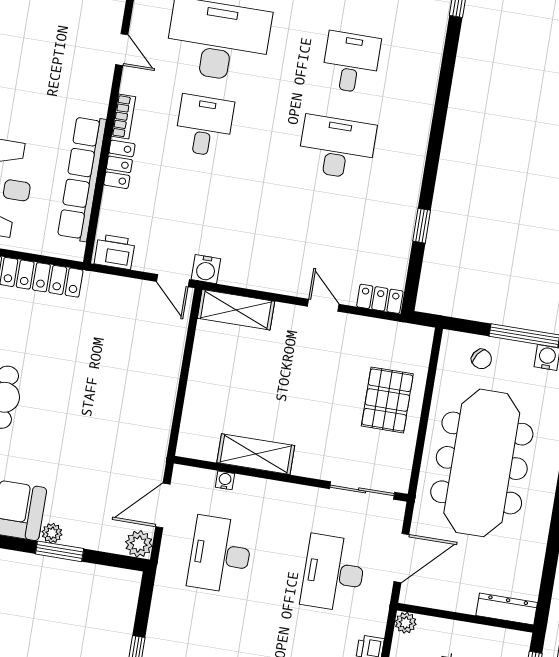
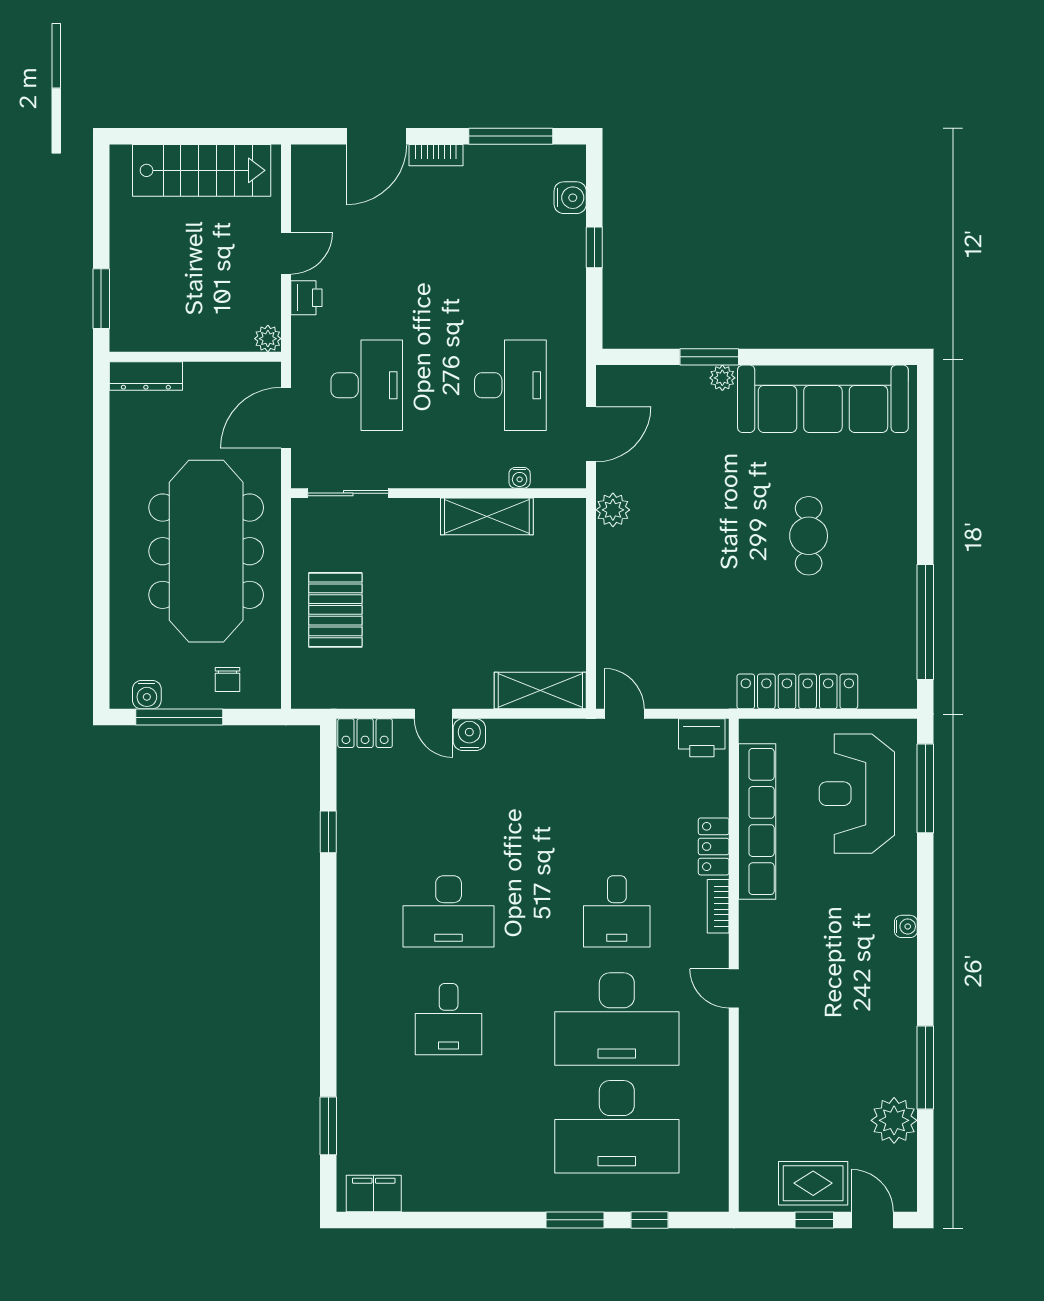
water cooler: (206, 269) -> (469, 735), moved
chair: (481, 359) -> (227, 679), turned -124
plant: (139, 544) -> (613, 510), moved

